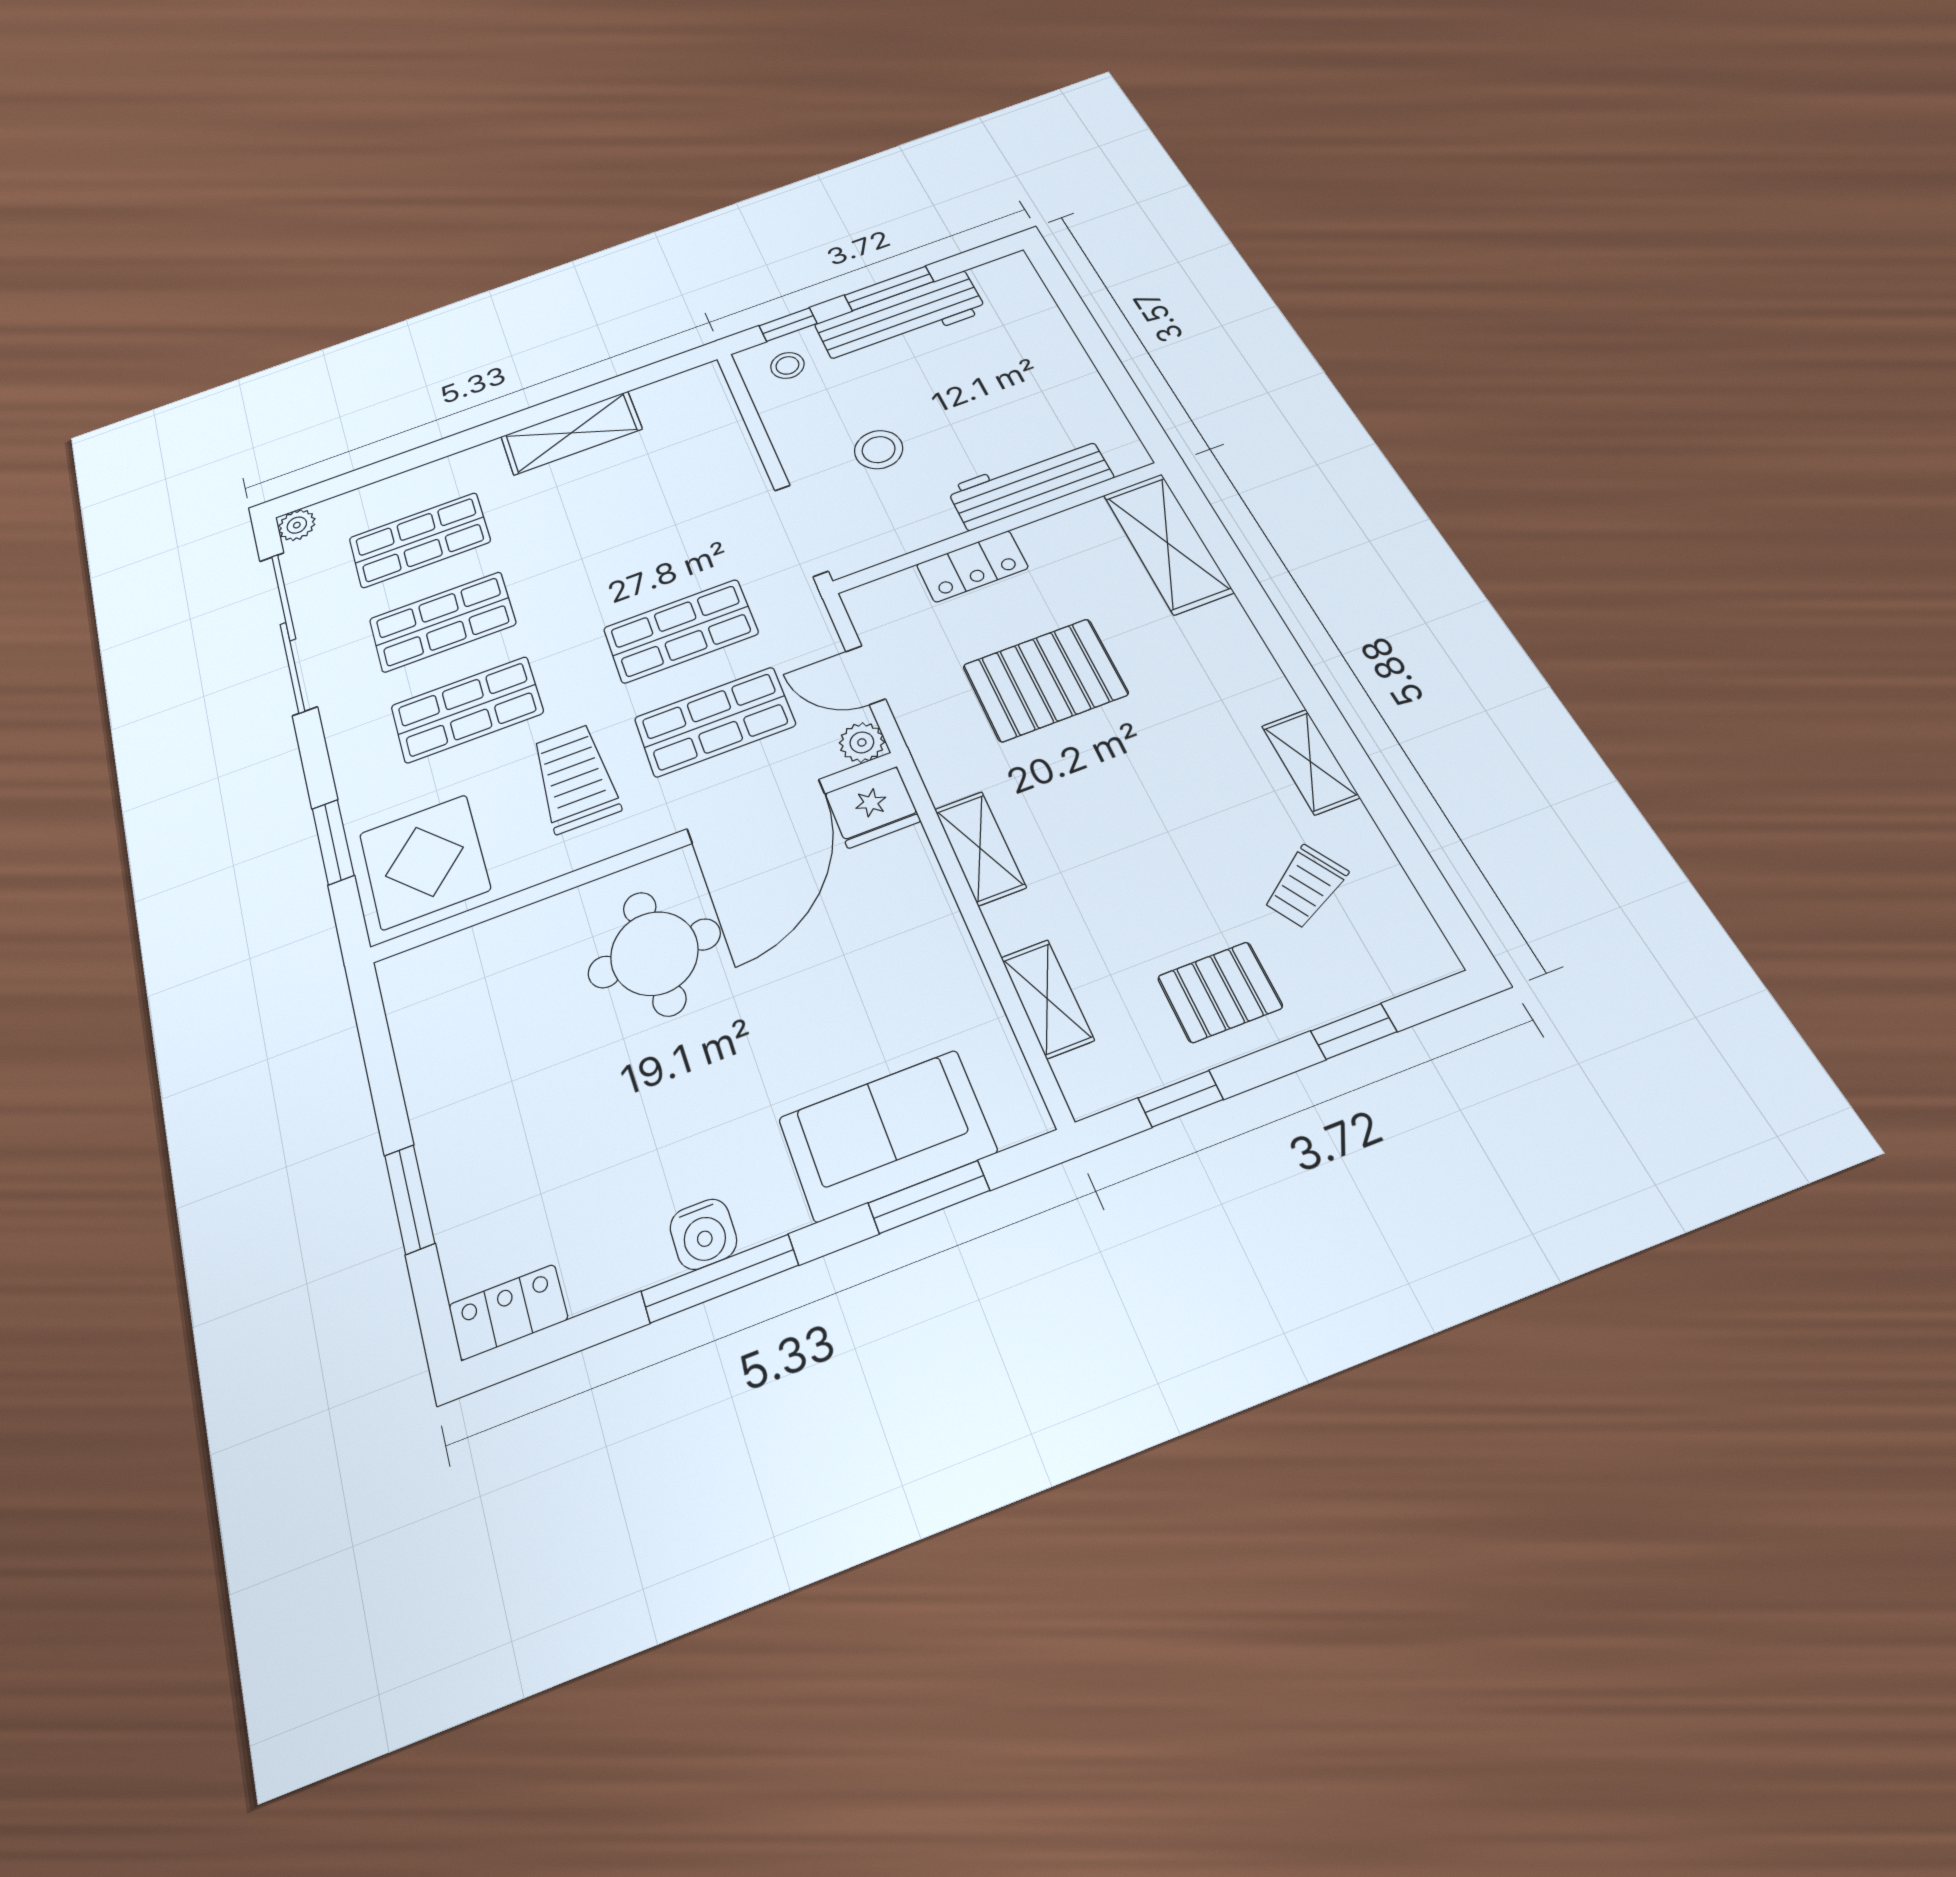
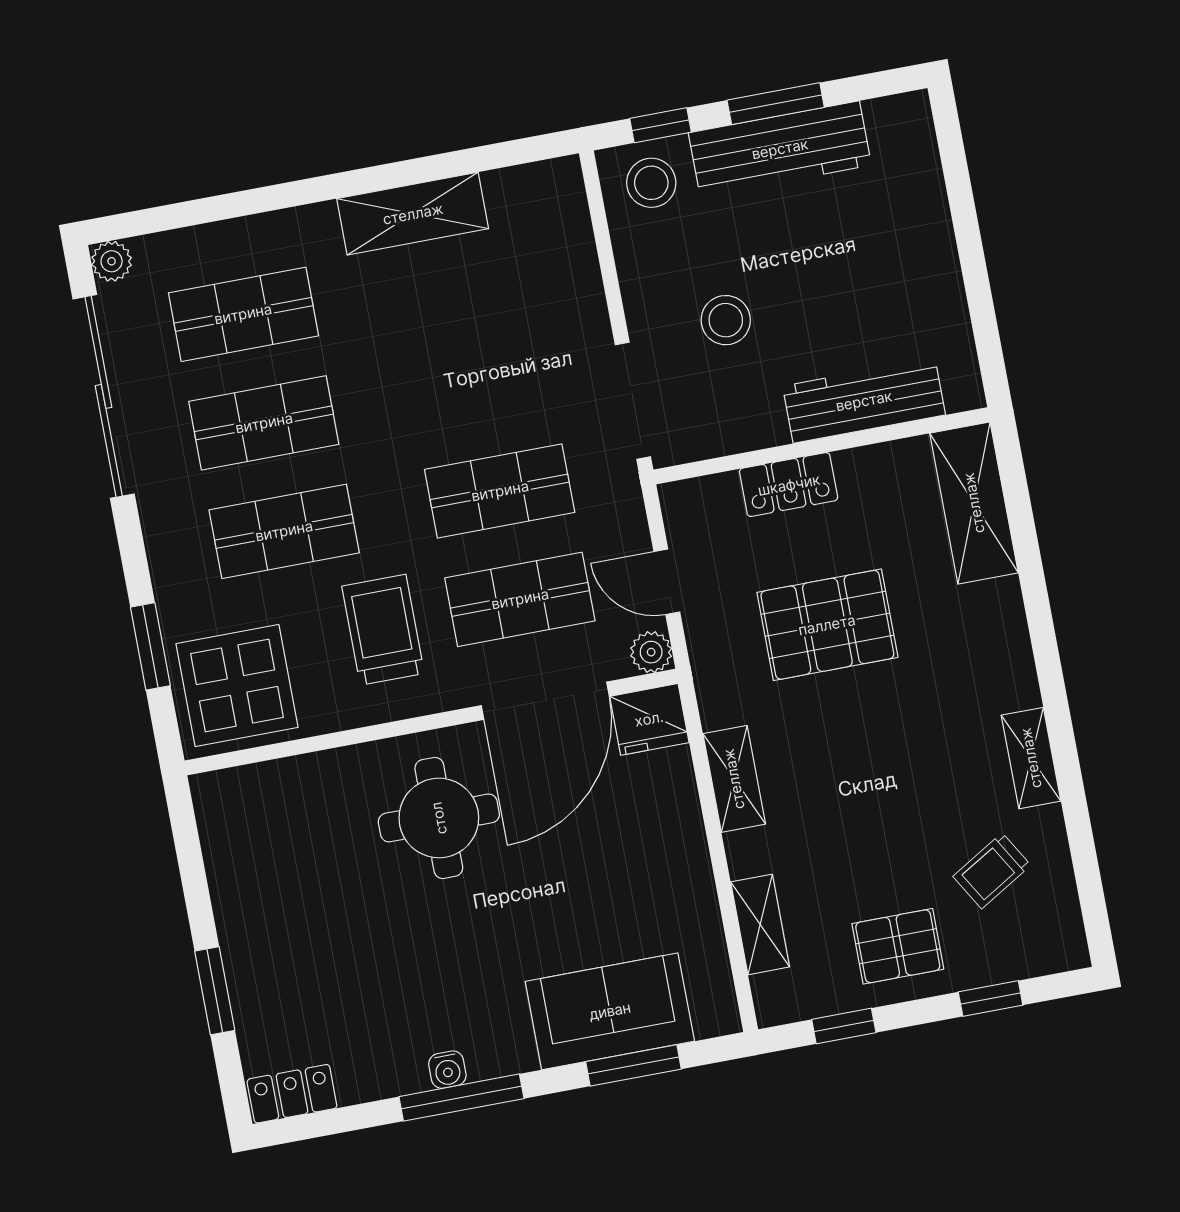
stool: (787, 365) -> (651, 183), width x1.37, depth x1.37
water cooler: (703, 1234) -> (447, 1070), width x0.72, depth x0.72

